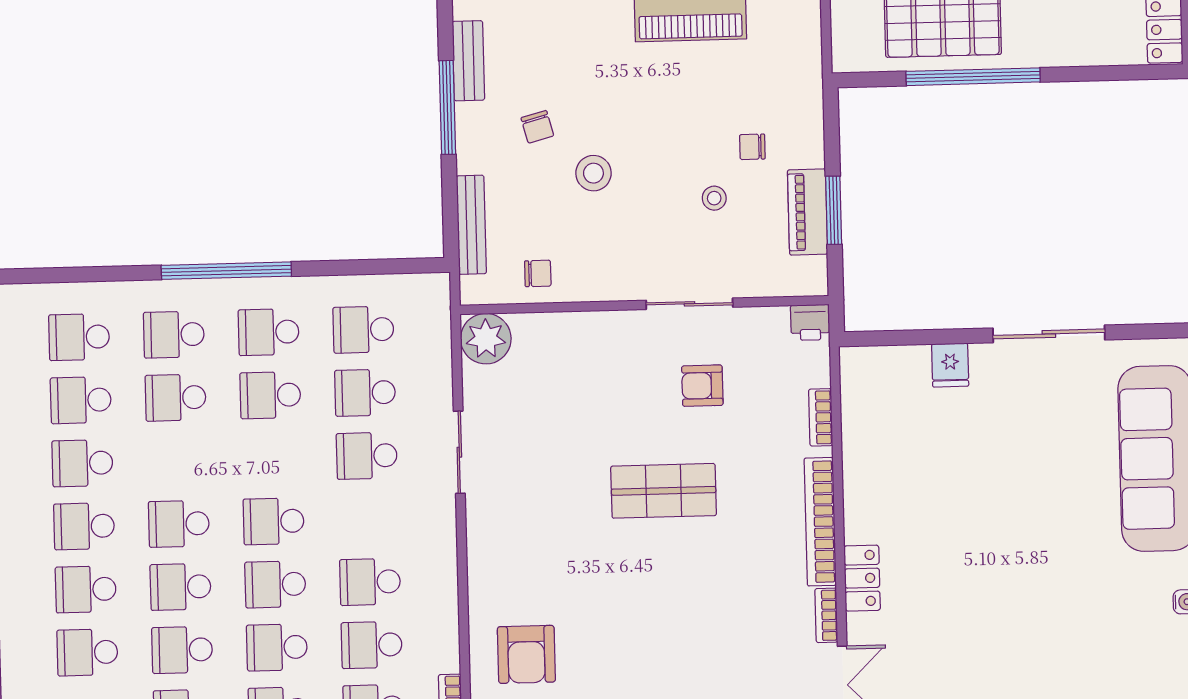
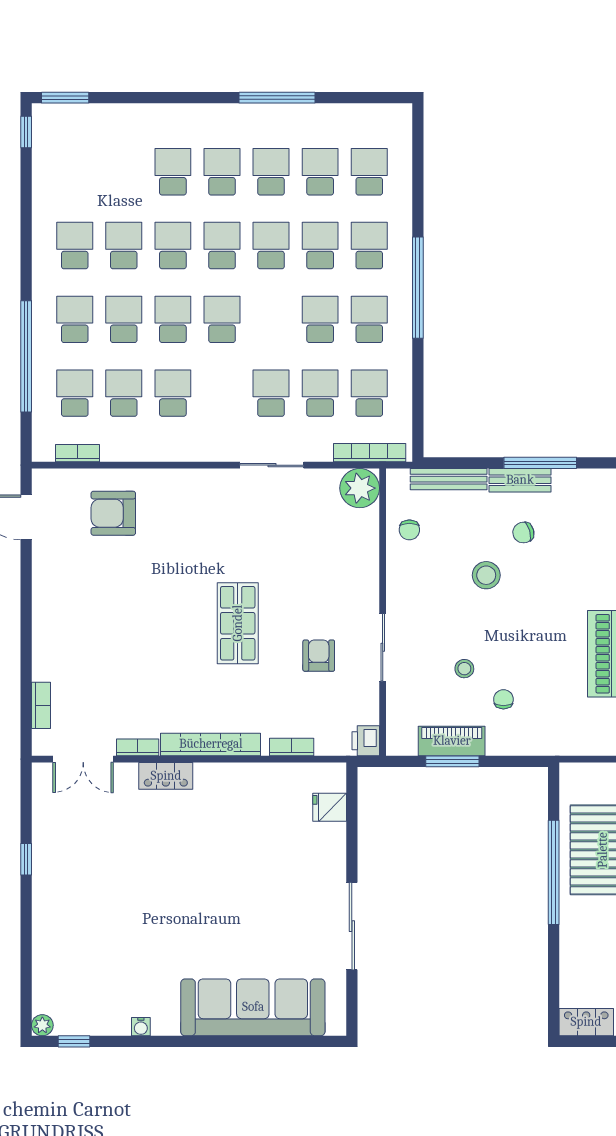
bench: (468, 61) -> (520, 480), moved
bookcase: (440, 327) -> (370, 453), added
fridge: (950, 365) -> (330, 807), moved
school desk: (87, 652) -> (271, 246), moved

